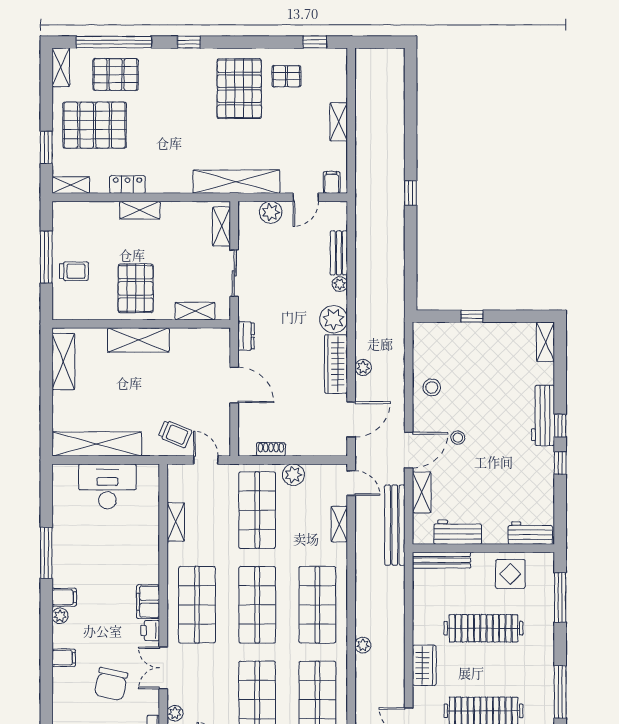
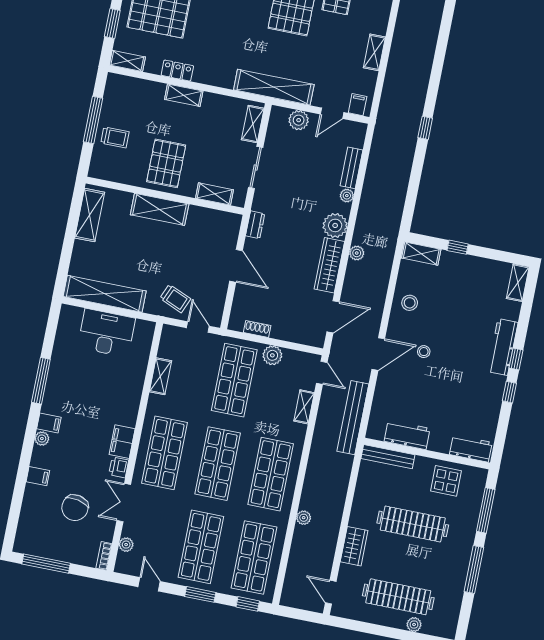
plant: (363, 367) -> (357, 253), moved
shelving: (422, 492) -> (421, 254), moved, turned 90
window: (560, 692) -> (474, 570), moved

